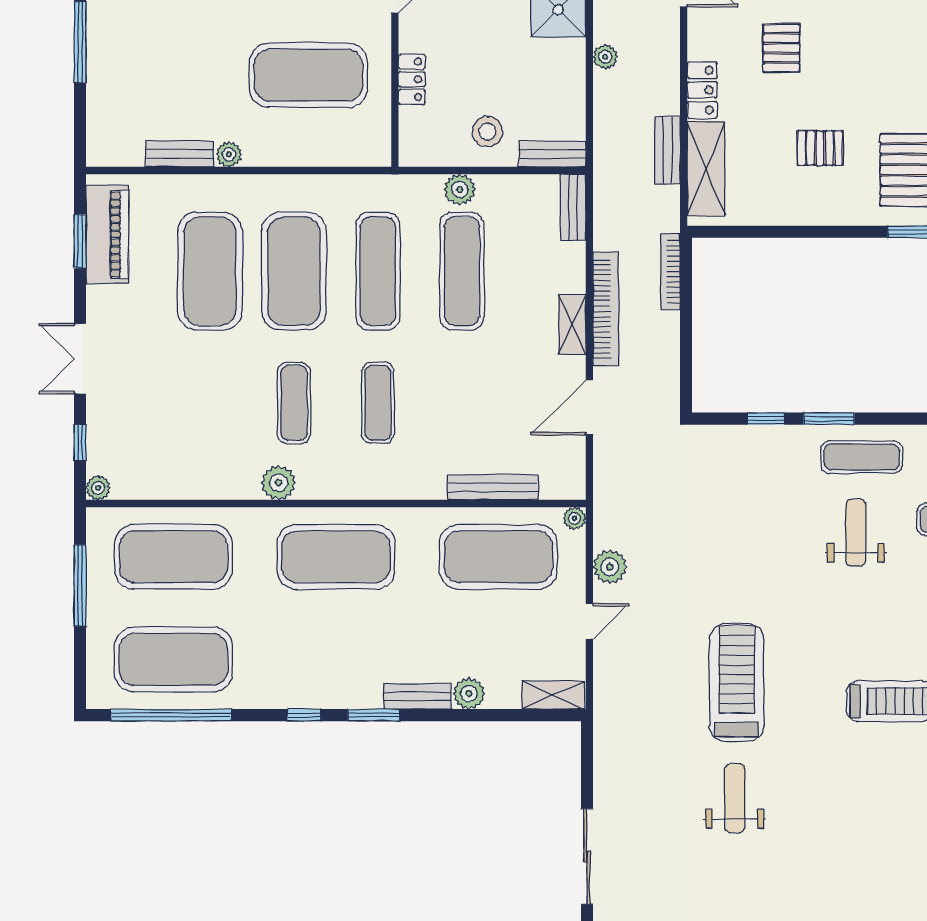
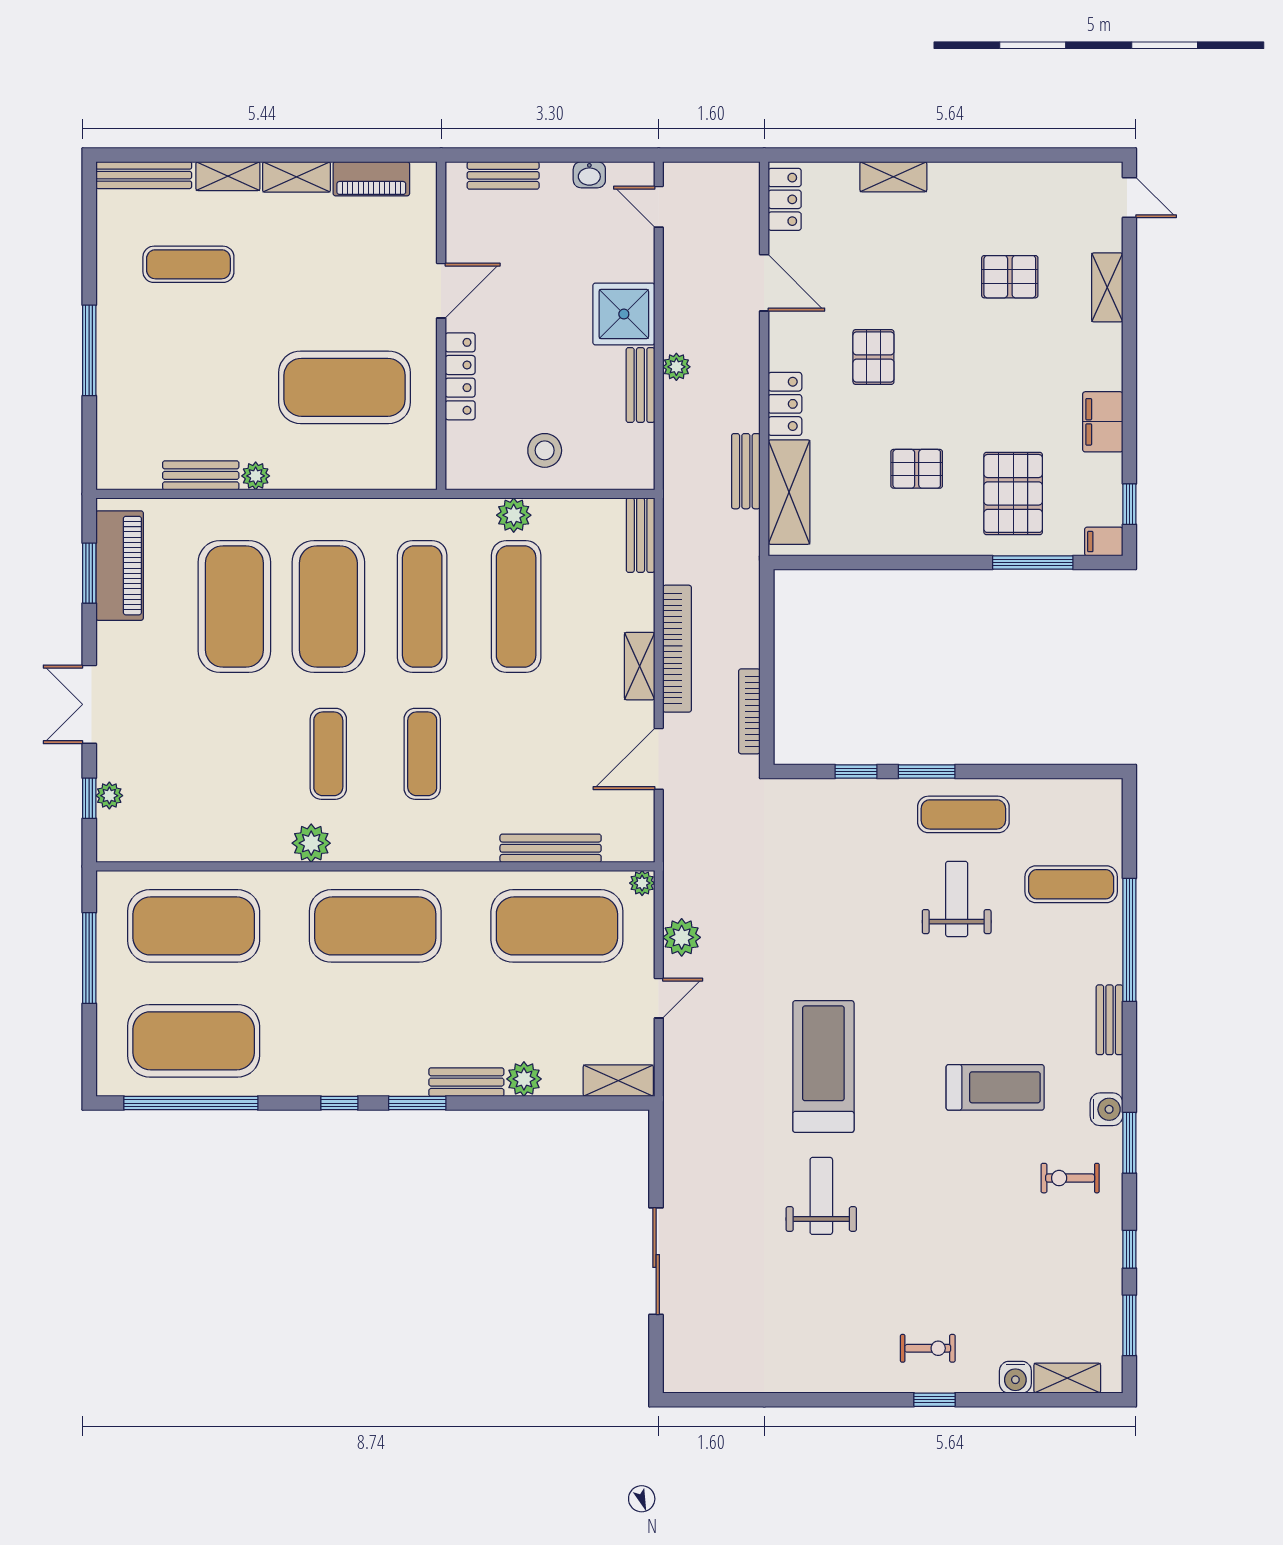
locker: (412, 79) -> (460, 376), width x1.53
bench: (552, 154) -> (640, 385), moved, turned 90
bookcase: (670, 272) -> (749, 711), moved
plant: (98, 488) -> (109, 796), moved

